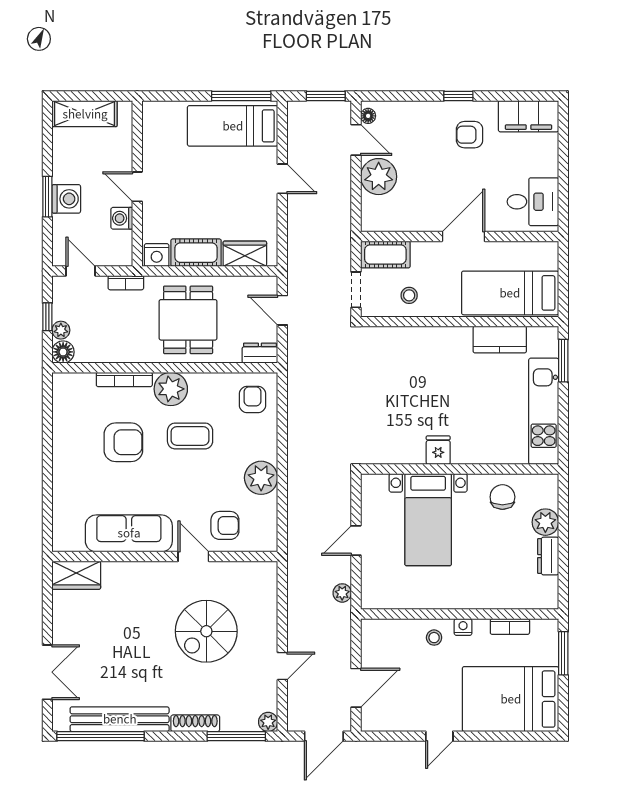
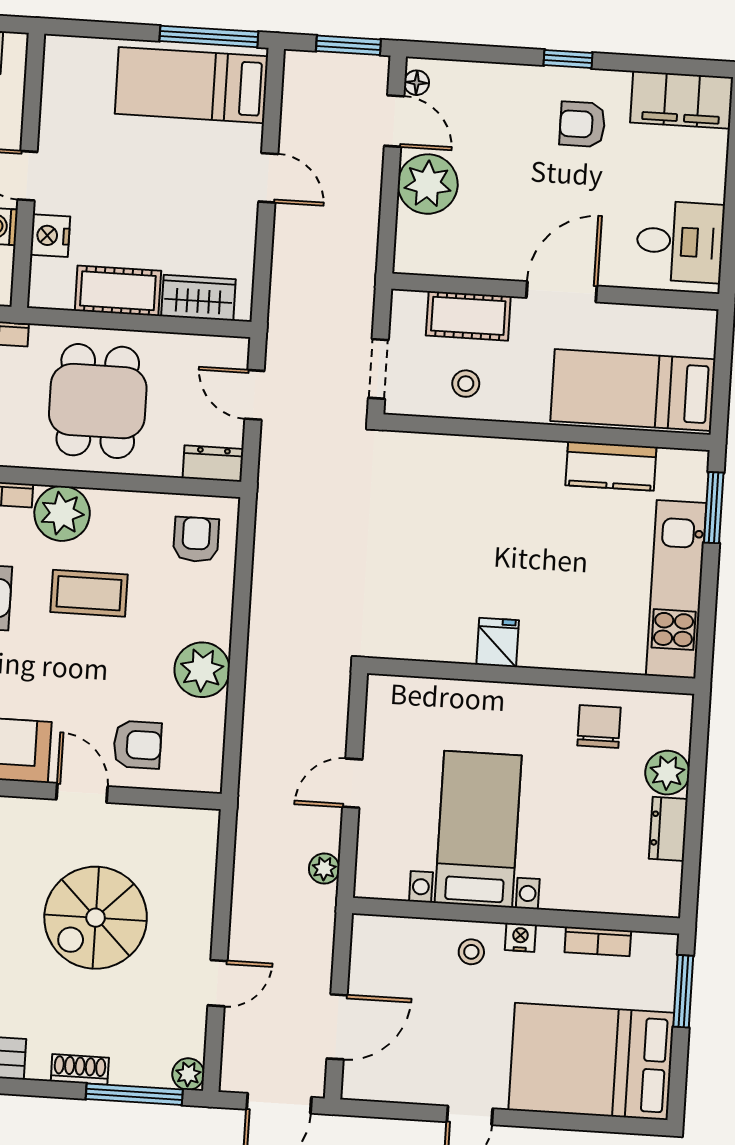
cot: (385, 254) -> (468, 316), moved
nightstand: (157, 255) -> (50, 236), moved, turned 90
bed with nightstands: (428, 520) -> (478, 829), moved, turned 180
shoe rack: (195, 723) -> (80, 1069), width x0.70

